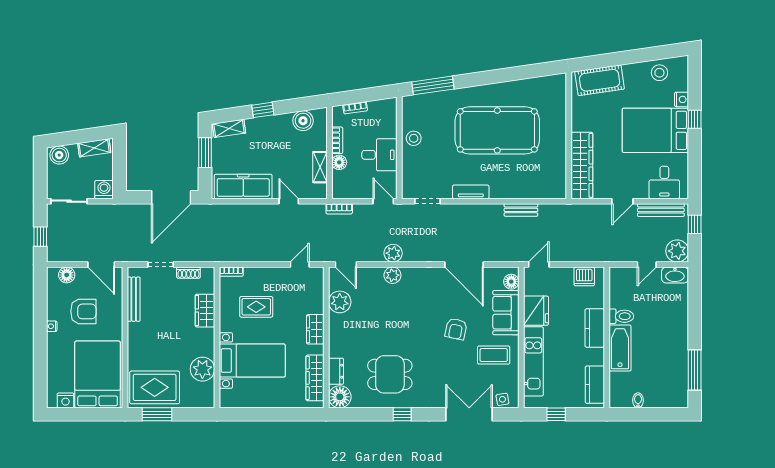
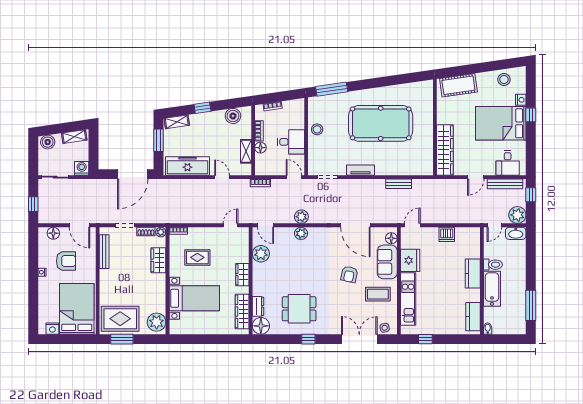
plant: (208, 273) -> (161, 232), added
toilet: (621, 316) -> (493, 265), moved
kitchen counter: (595, 328) -> (473, 274), moved
wall: (607, 337) -> (482, 281), moved
bathtub: (620, 348) -> (492, 289), moved
plant: (202, 369) -> (157, 322), moved
kitchen counter: (595, 385) -> (473, 317), moved

